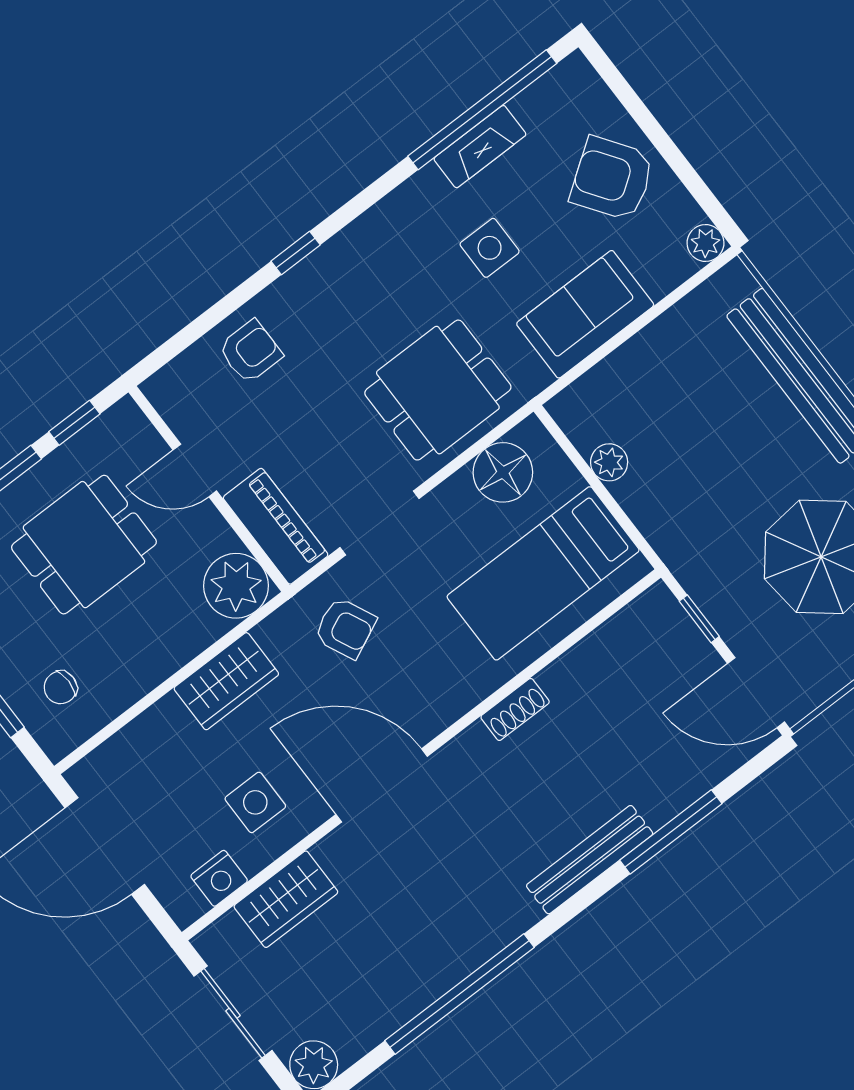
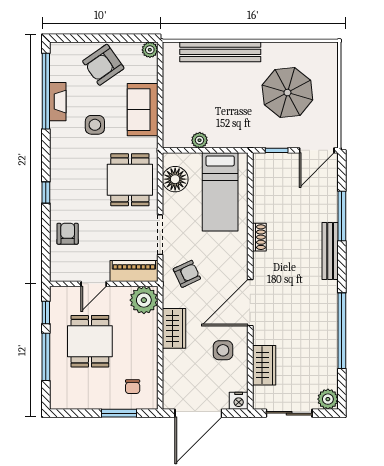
nightstand: (219, 878) -> (239, 401), moved, turned 90

